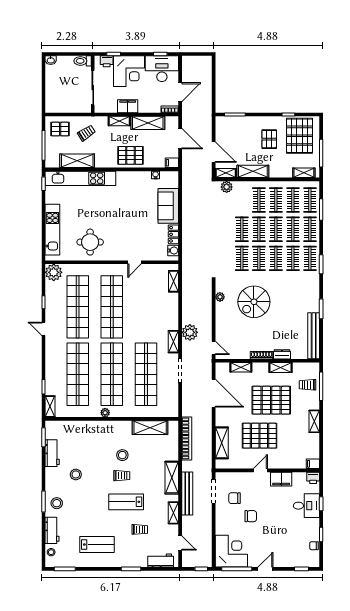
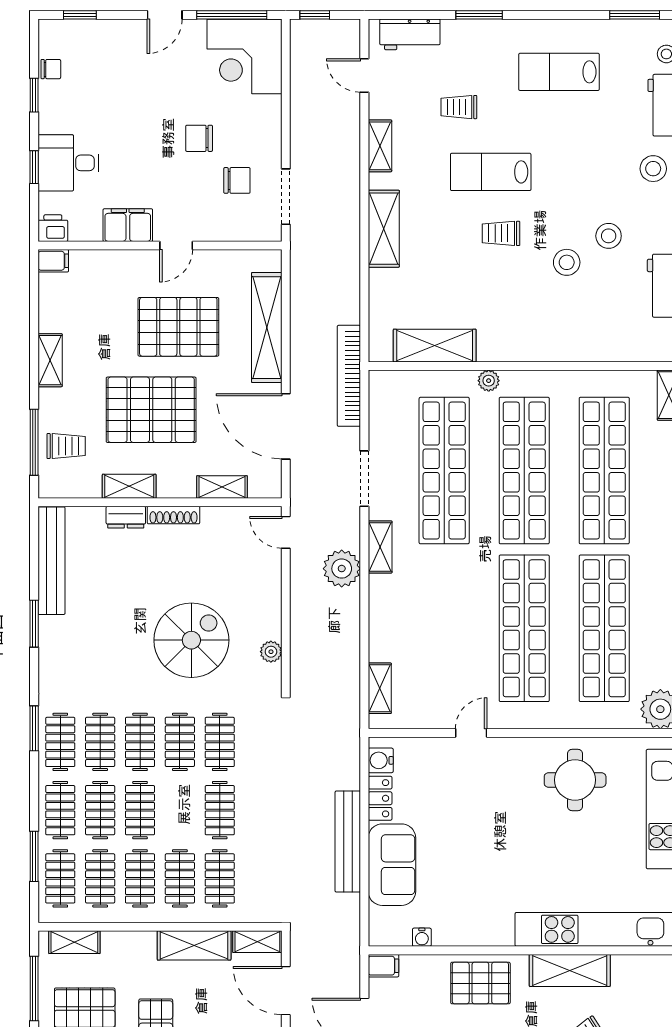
shelving: (77, 161) -> (570, 970), moved
plant: (227, 187) -> (255, 909), removed
clothes rail: (259, 229) -> (220, 878), moved
plant: (105, 413) -> (489, 381), moved
bookcase: (187, 438) -> (349, 376), moved
shelving: (222, 443) -> (267, 328), width x1.47
stool: (122, 455) -> (567, 262), moved
bench: (187, 493) -> (348, 842), moved
lab bench: (126, 502) -> (491, 172), turned 180

